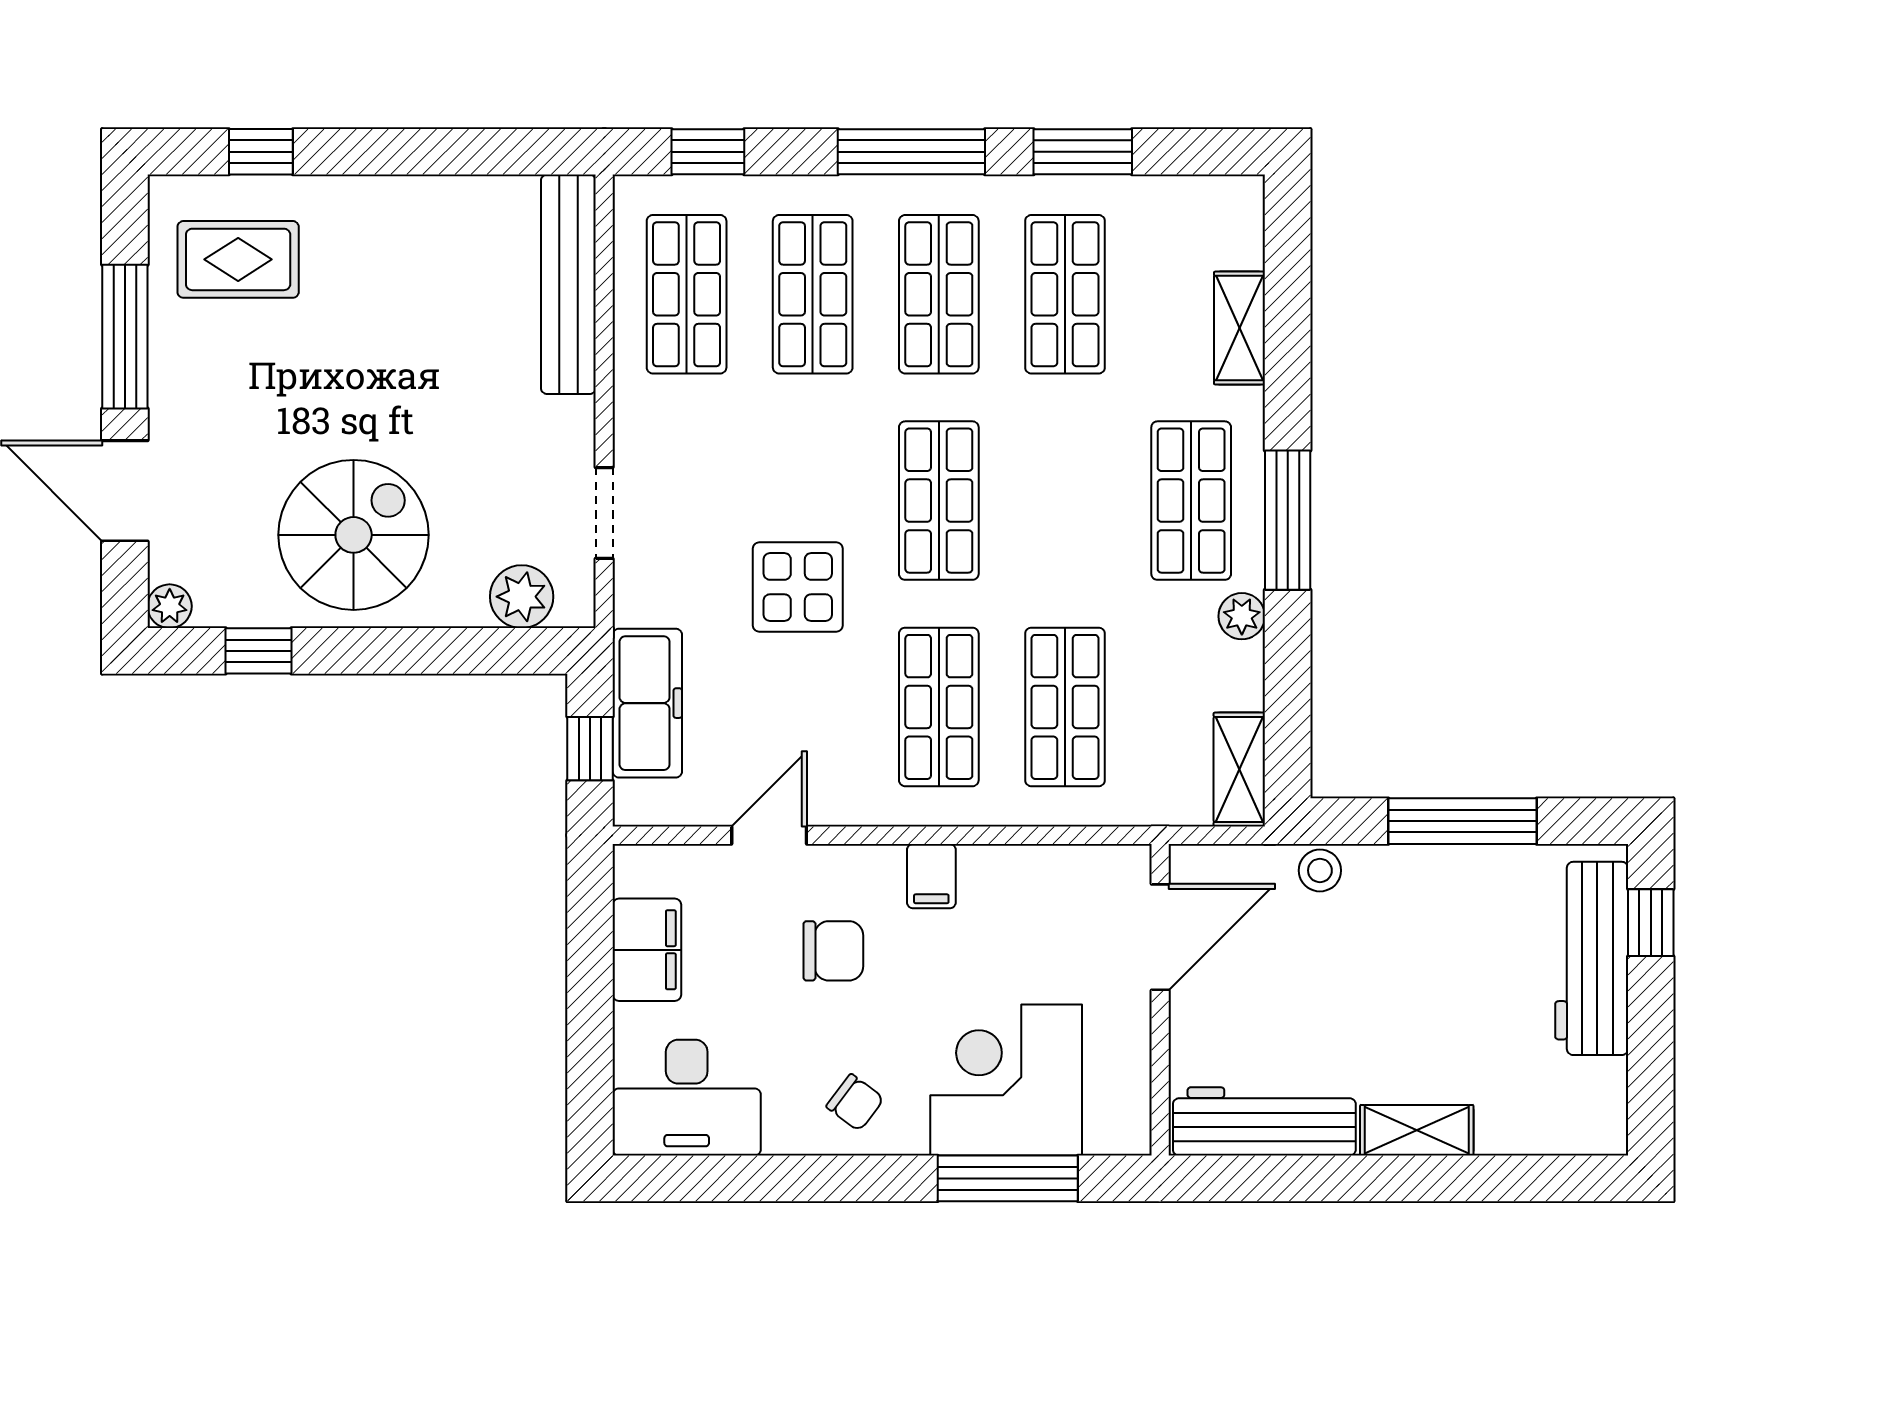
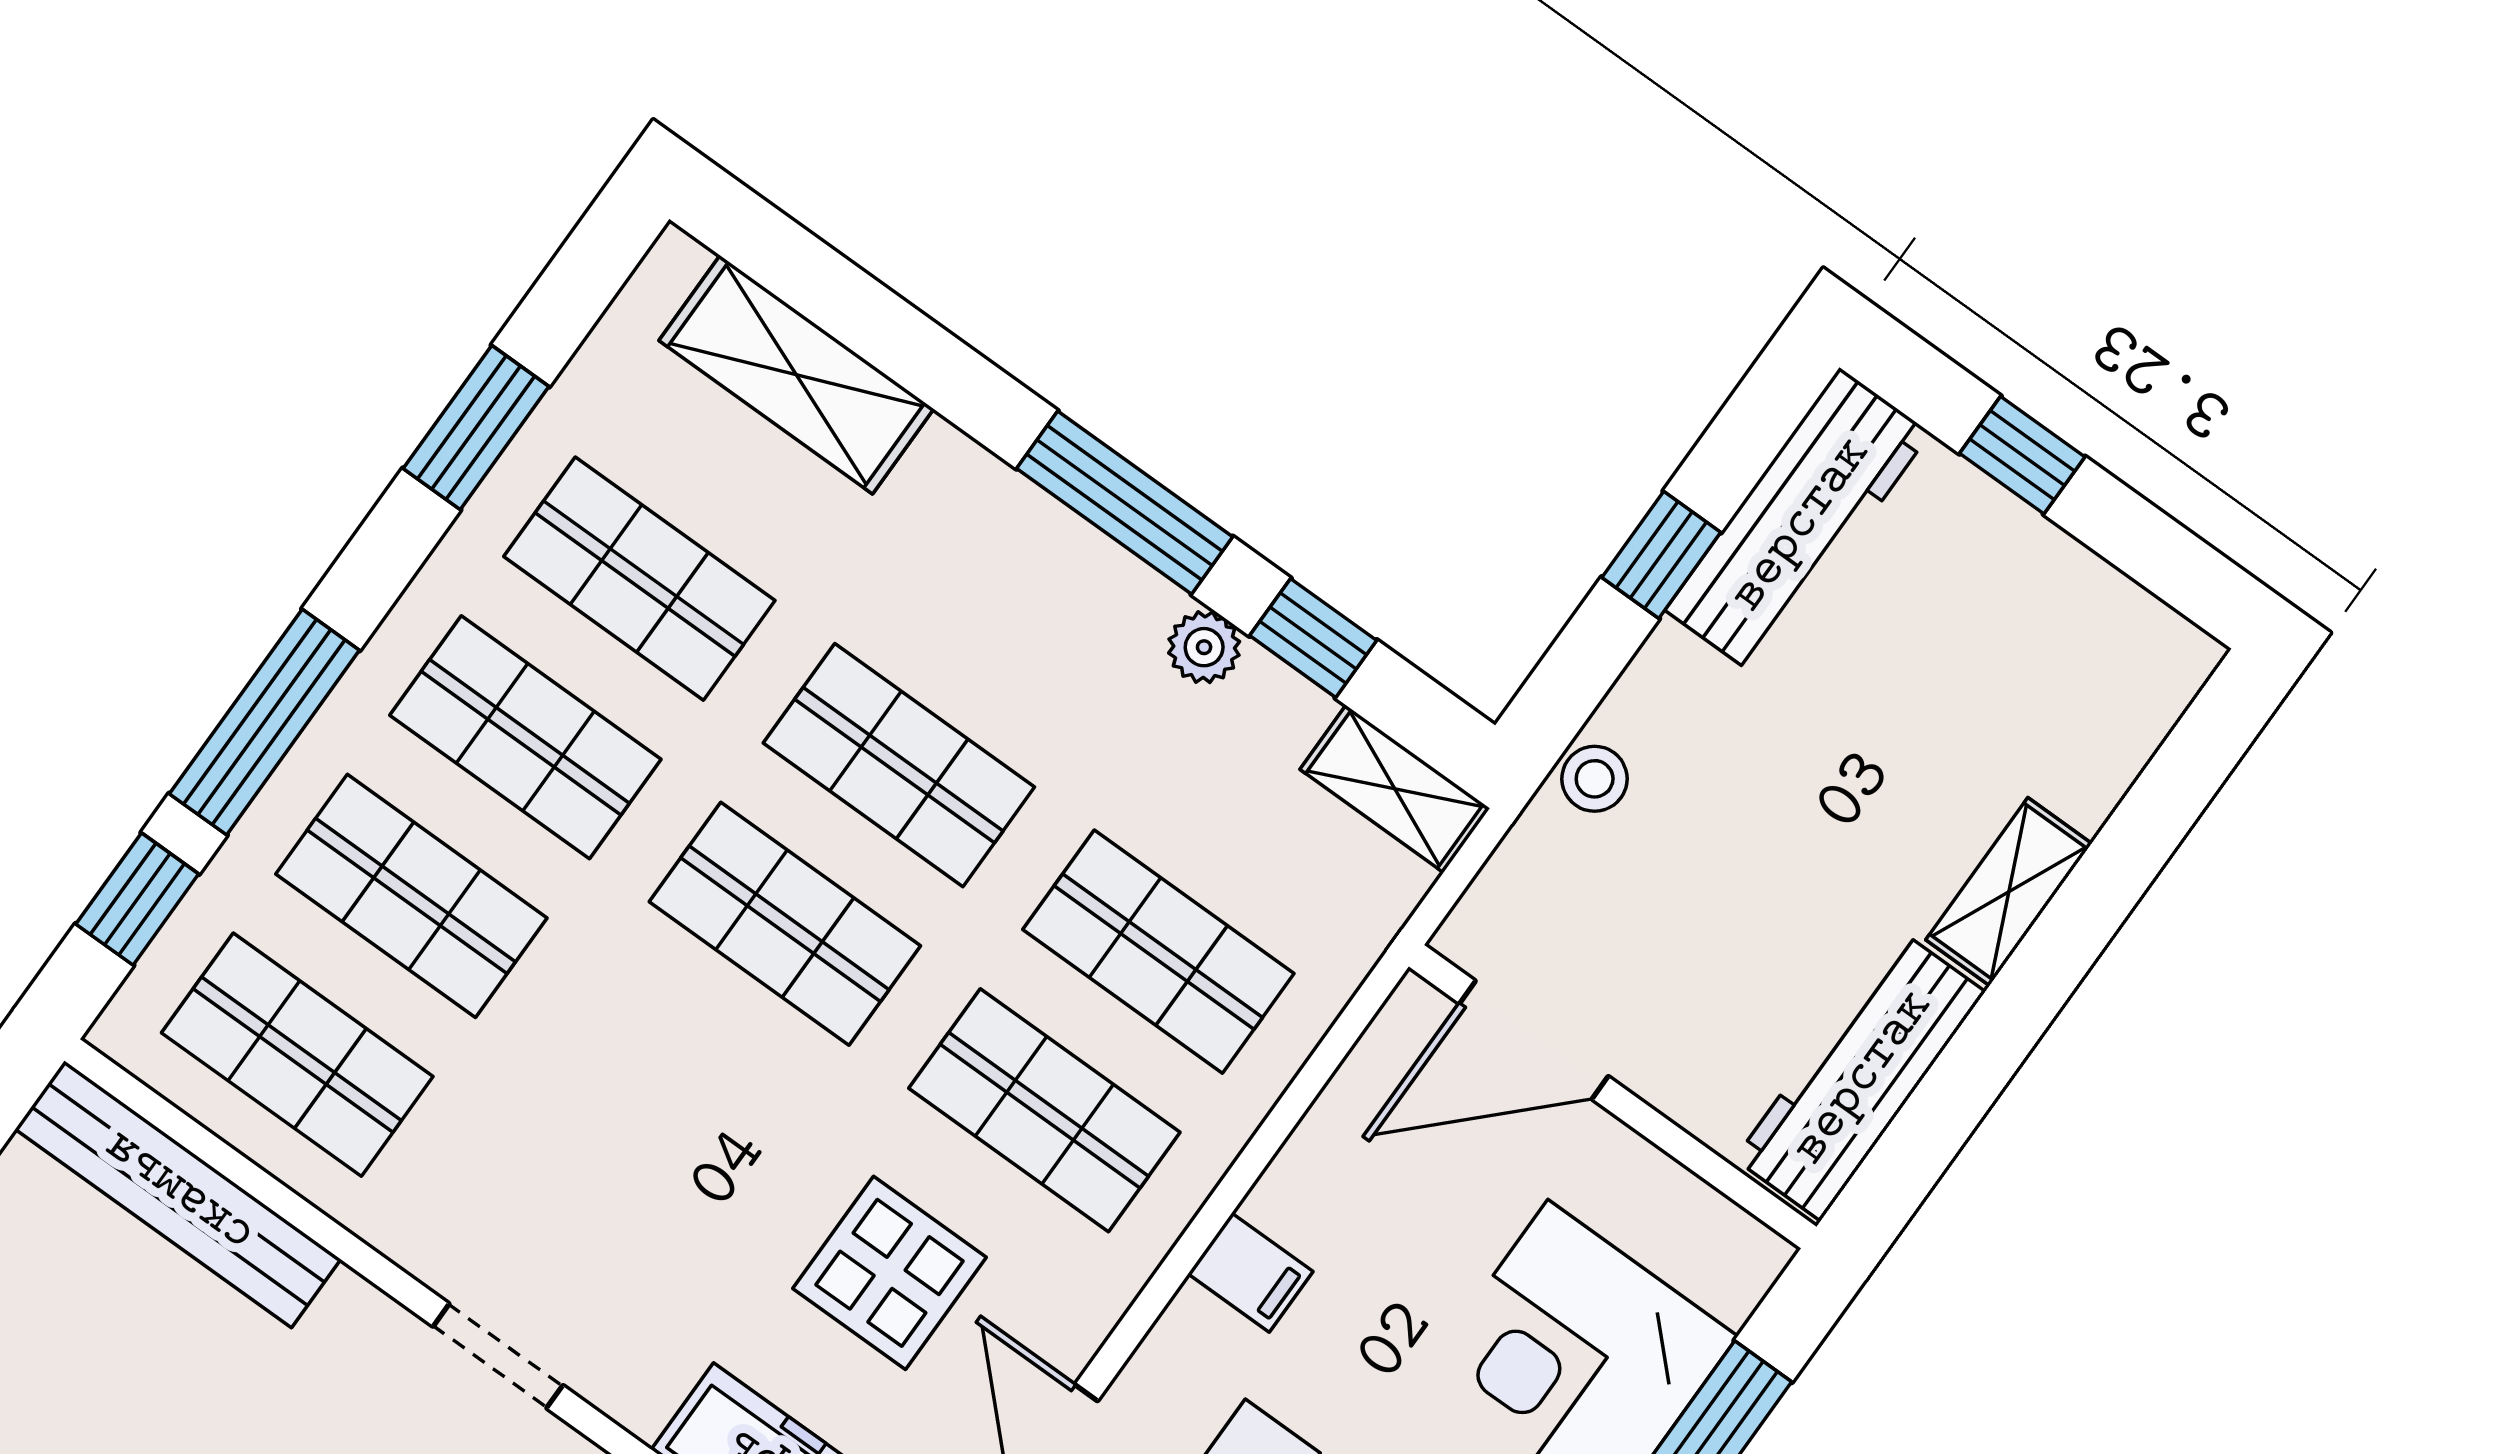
window: (911, 152) -> (264, 722), moved
shelving: (1240, 328) -> (796, 375), width x1.50, depth x1.33
shop shelf: (1191, 501) -> (899, 765), moved
display table: (798, 587) -> (890, 1273), moved
window: (1288, 670) -> (1313, 638), added
window: (1462, 821) -> (1661, 555), width x0.46
window: (1651, 923) -> (2022, 455), moved
door: (1160, 937) -> (1534, 1040), swing flipped
workbench: (1592, 958) -> (1798, 522), moved, turned -90

